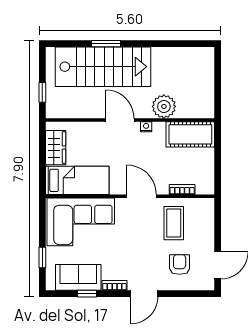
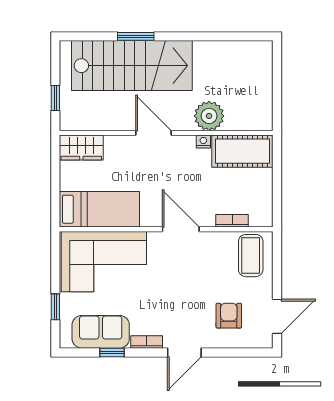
nightstand: (146, 127) -> (203, 141), moved
wardrobe: (56, 148) -> (81, 148), moved, turned 90
coffee table: (174, 223) -> (251, 256), moved

